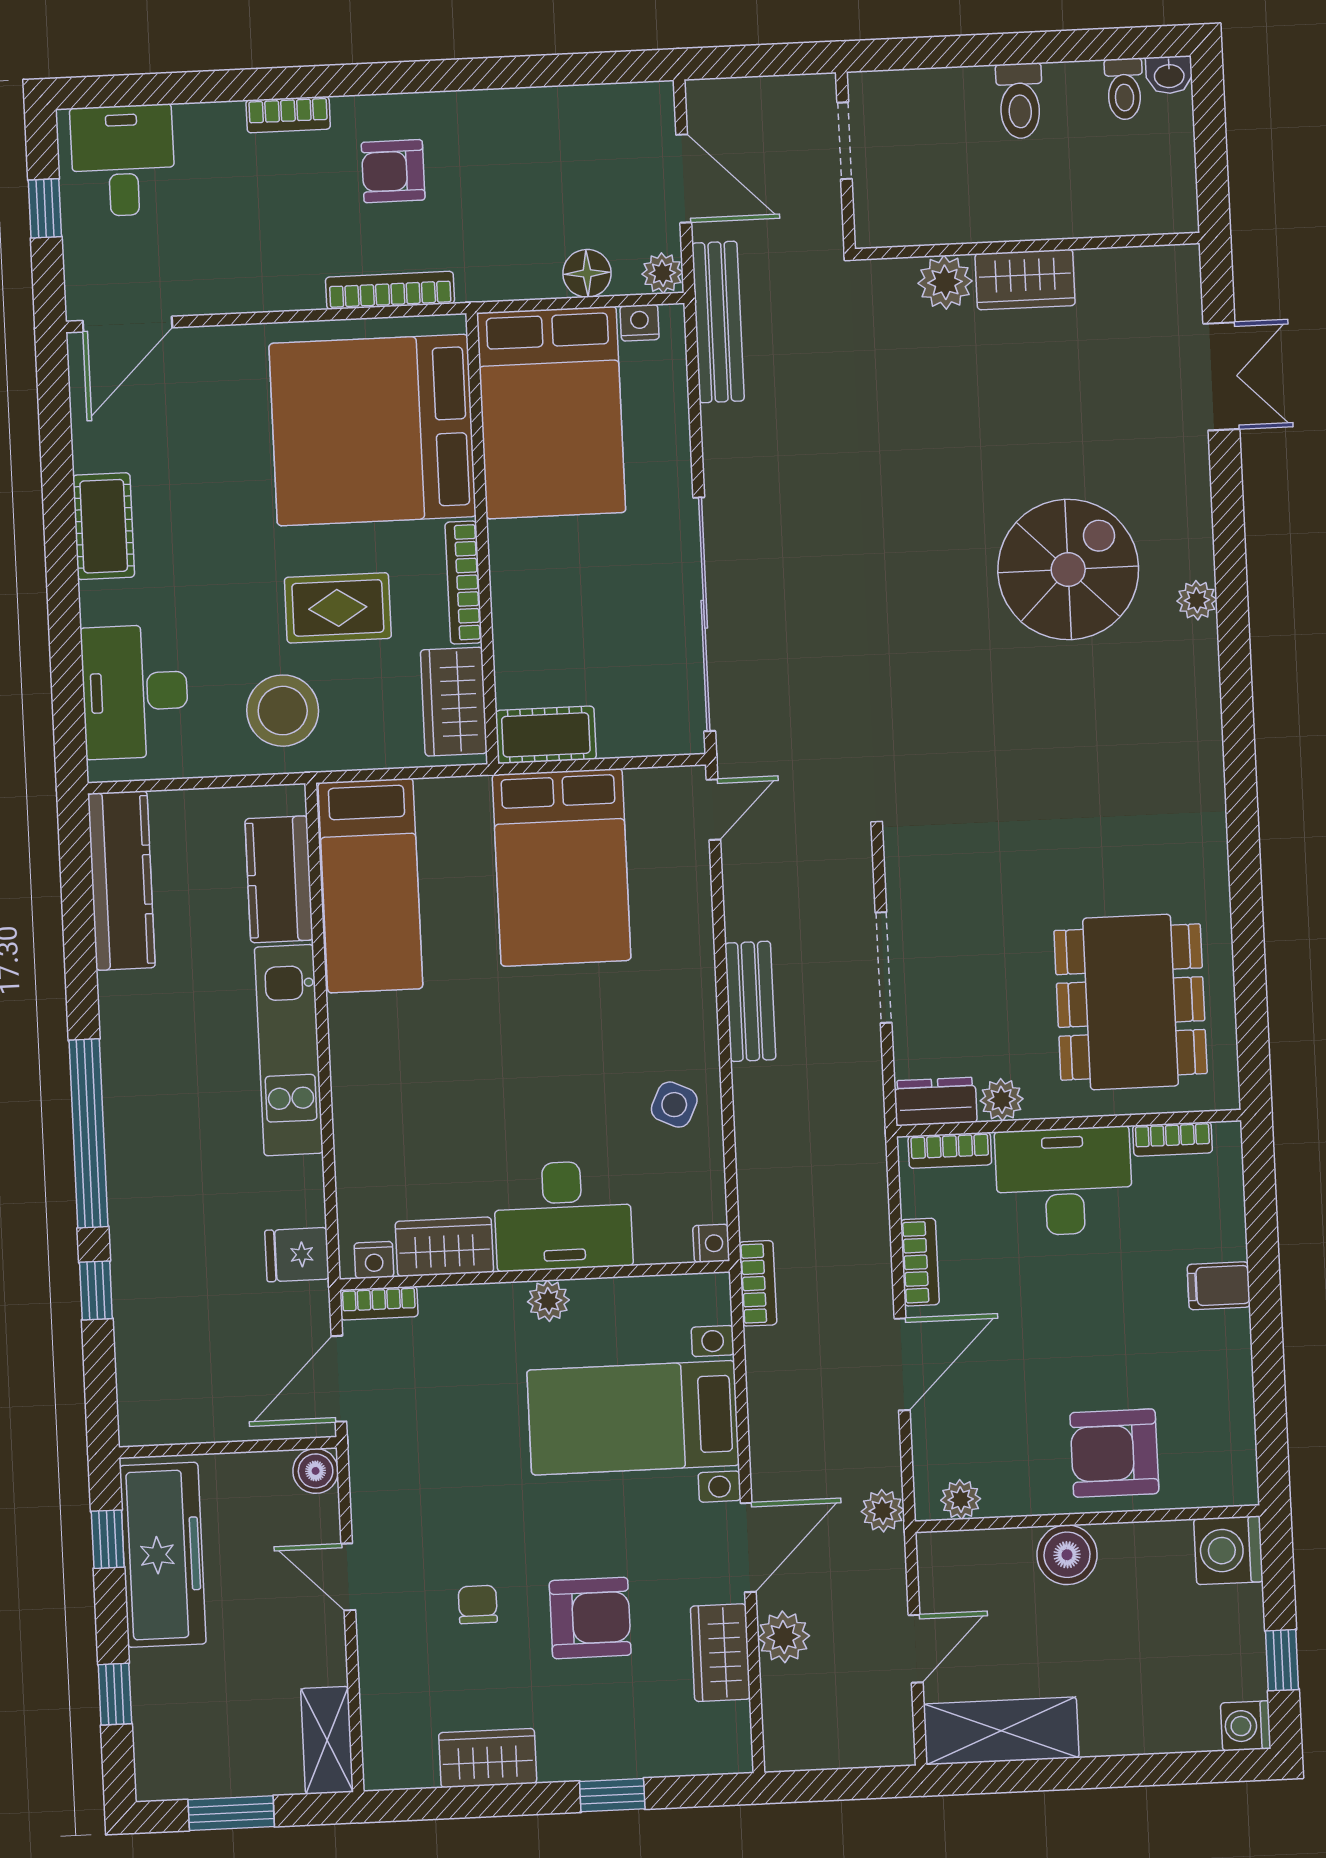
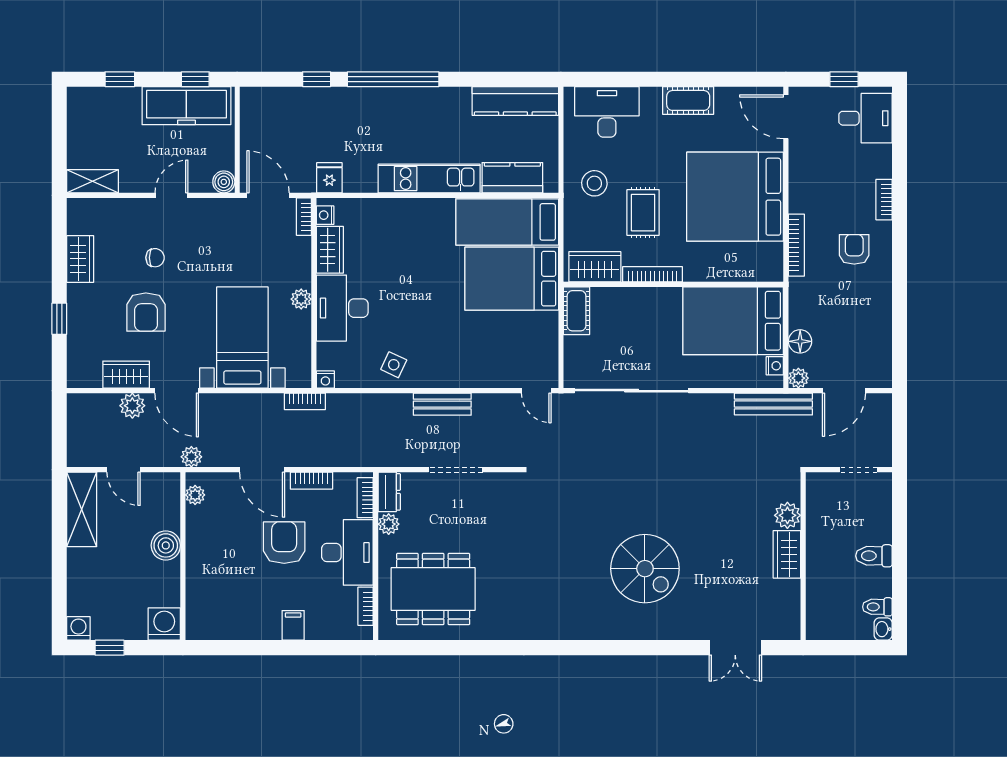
bed: (373, 430) -> (735, 197), moved, turned -90
plant: (1197, 600) -> (627, 630), removed
stool: (283, 711) -> (594, 183), width x0.73, depth x0.73
bed: (562, 867) -> (512, 279), moved
armchair: (1114, 1453) -> (284, 543), moved
window: (231, 1813) -> (59, 133), removed

